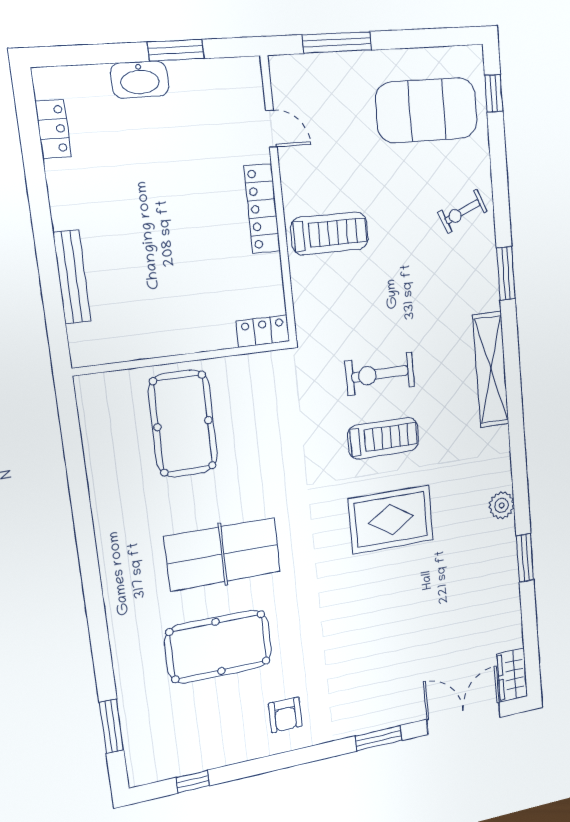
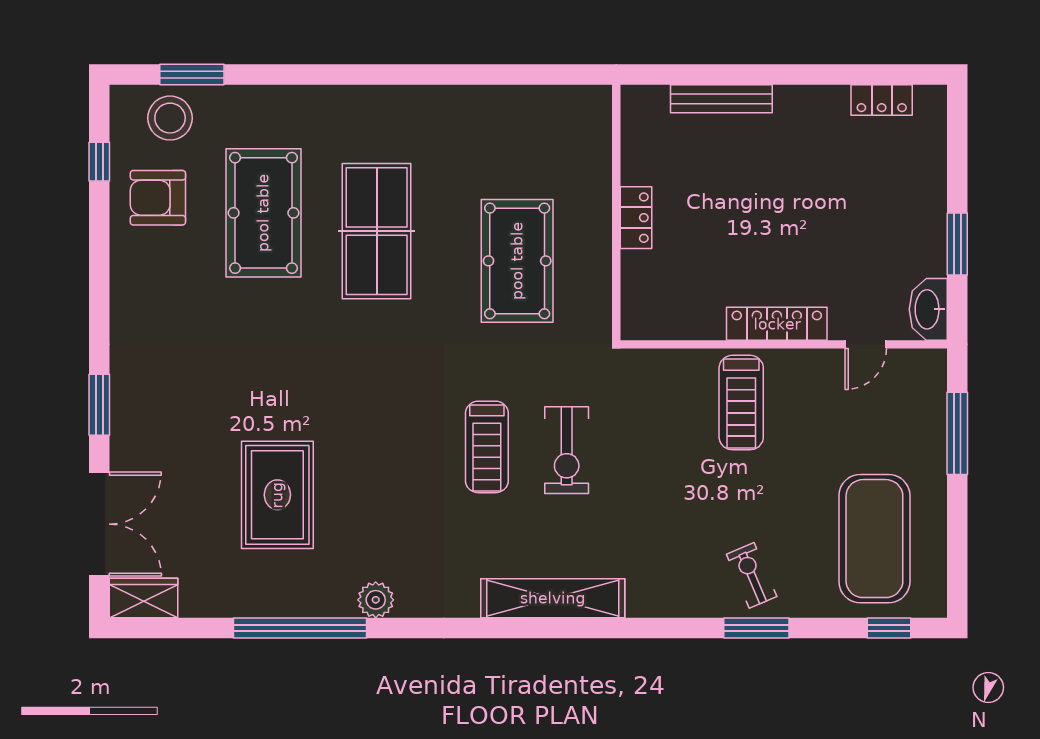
washbasin: (140, 80) -> (928, 309), moved
window: (506, 273) -> (756, 628), moved
locker: (263, 331) -> (636, 218), moved
exercise bike: (380, 374) -> (567, 450), turned 180
pool table: (183, 424) -> (517, 261), moved, turned 90
rug: (391, 519) -> (277, 495), moved
window: (525, 558) -> (300, 628), width x2.11
armchair: (285, 715) -> (158, 198), moved, width x1.38, depth x1.38
stool: (150, 736) -> (170, 118), added

